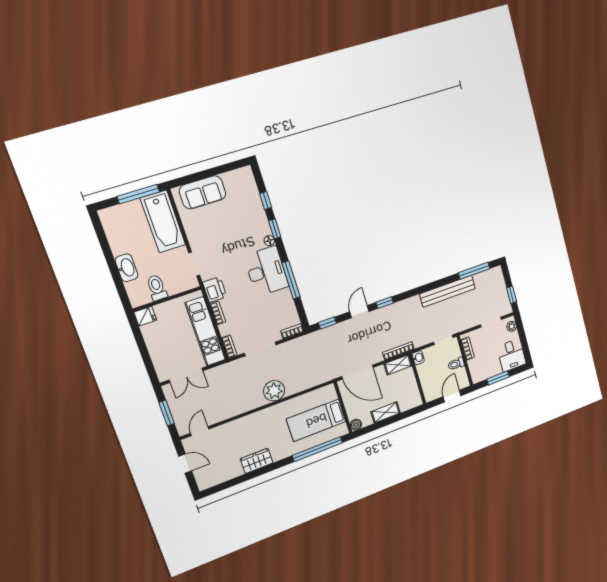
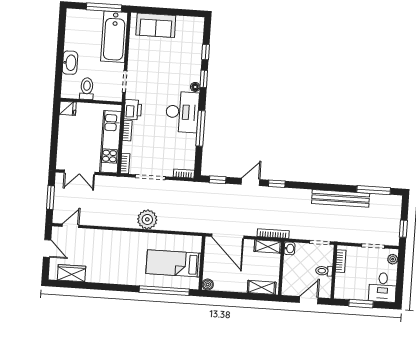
shelving: (386, 412) -> (262, 287), moved
wardrobe: (257, 461) -> (72, 273), moved

